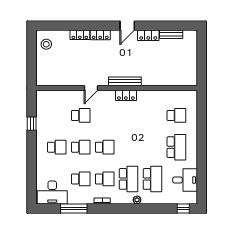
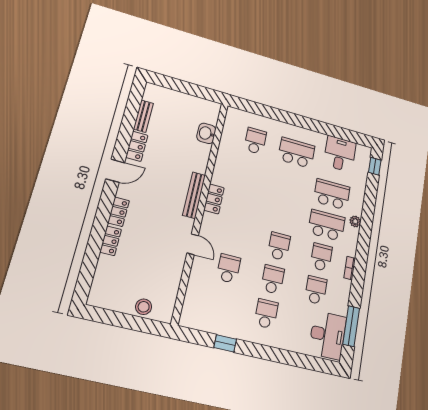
door: (127, 26) -> (115, 171), hinge flipped
stool: (46, 44) -> (144, 307), moved
washbasin: (172, 80) -> (206, 133), added
window: (74, 209) -> (351, 326), moved

